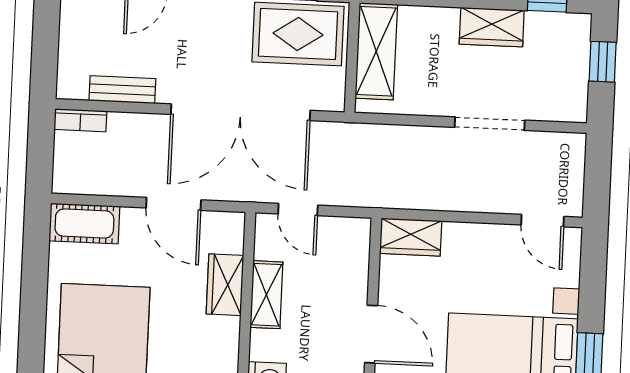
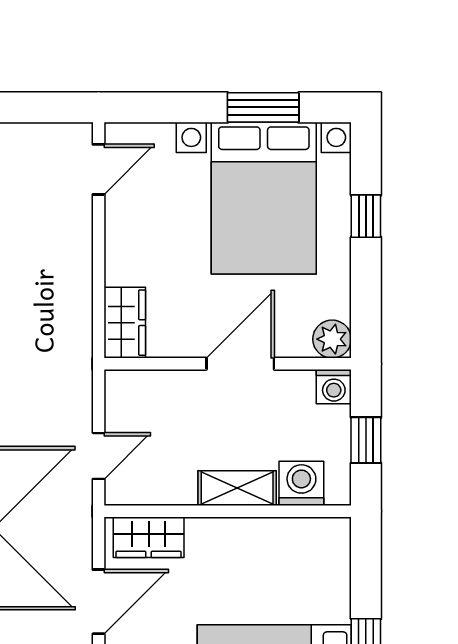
wardrobe: (225, 285) -> (149, 537), moved
shelving: (266, 295) -> (237, 488), moved

